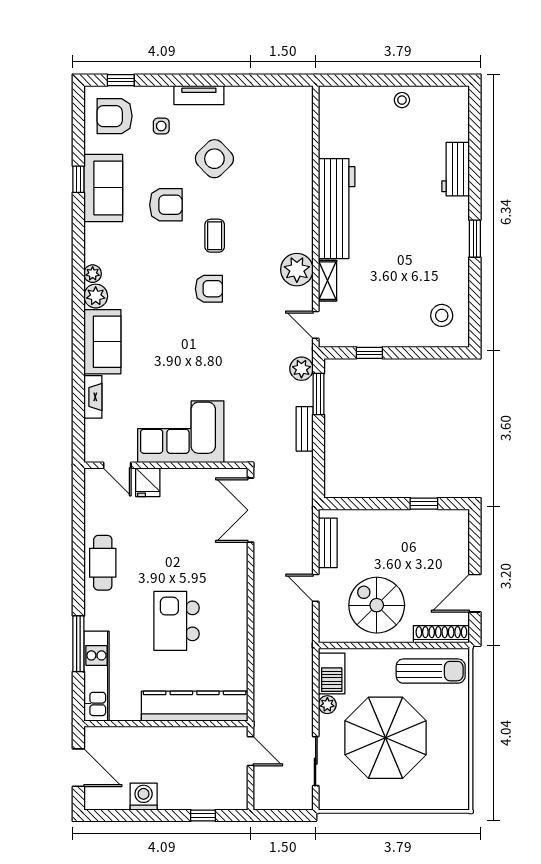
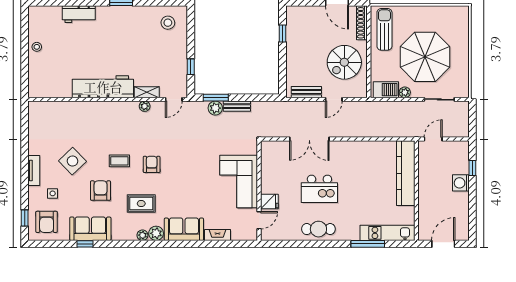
plant: (297, 270) -> (145, 106), width x0.53, depth x0.53
rug: (145, 272) -> (141, 204), added
plant: (301, 369) -> (215, 108), moved
double door: (251, 510) -> (309, 139), moved
kitchen island: (177, 621) -> (319, 189), moved
washing machine: (144, 797) -> (461, 183), moved

